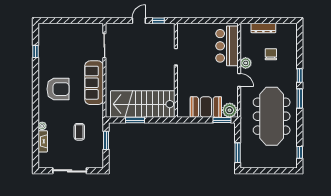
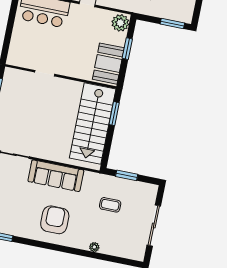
booth: (206, 107) -> (108, 64), moved
window: (135, 120) -> (114, 114), moved
window: (222, 120) -> (127, 49), moved
fireplace: (43, 141) -> (113, 250), removed

